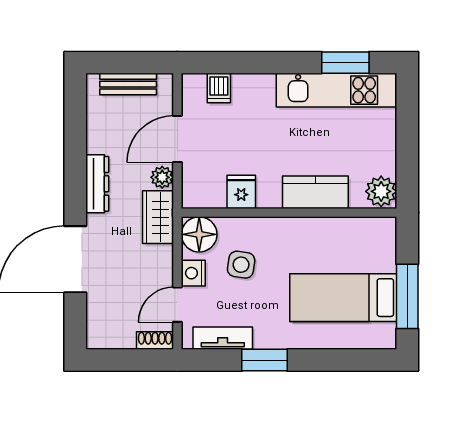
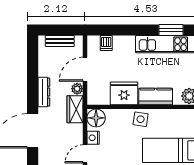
fridge: (241, 192) -> (124, 93), width x1.88, depth x1.34
side table: (241, 265) -> (141, 119), moved

